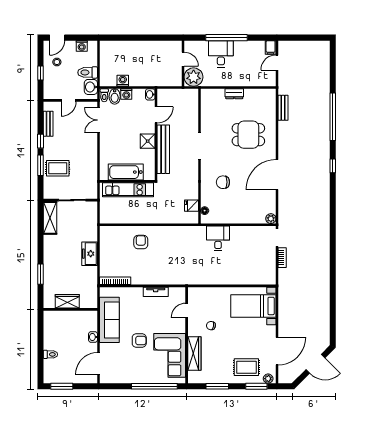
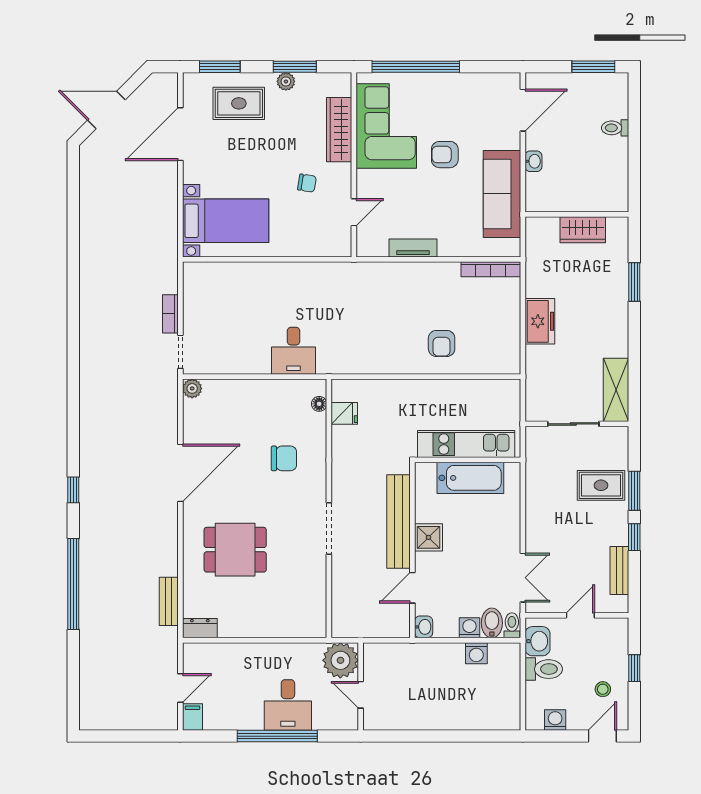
dresser: (234, 94) -> (200, 628), moved
plant: (268, 379) -> (286, 81), moved

